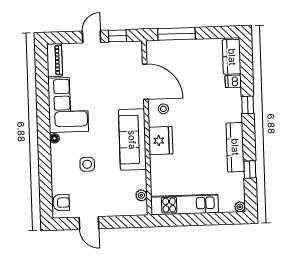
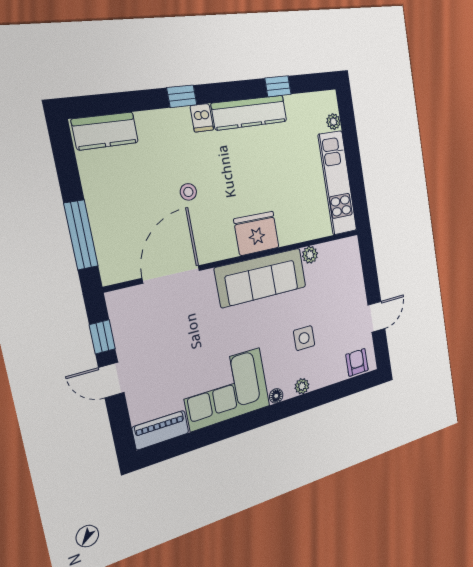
dishwasher: (233, 81) -> (202, 118), moved
stool: (163, 109) -> (188, 192), moved
plant: (56, 158) -> (302, 386), added
plant: (141, 195) -> (310, 255), moved
plant: (240, 207) -> (333, 122), moved

